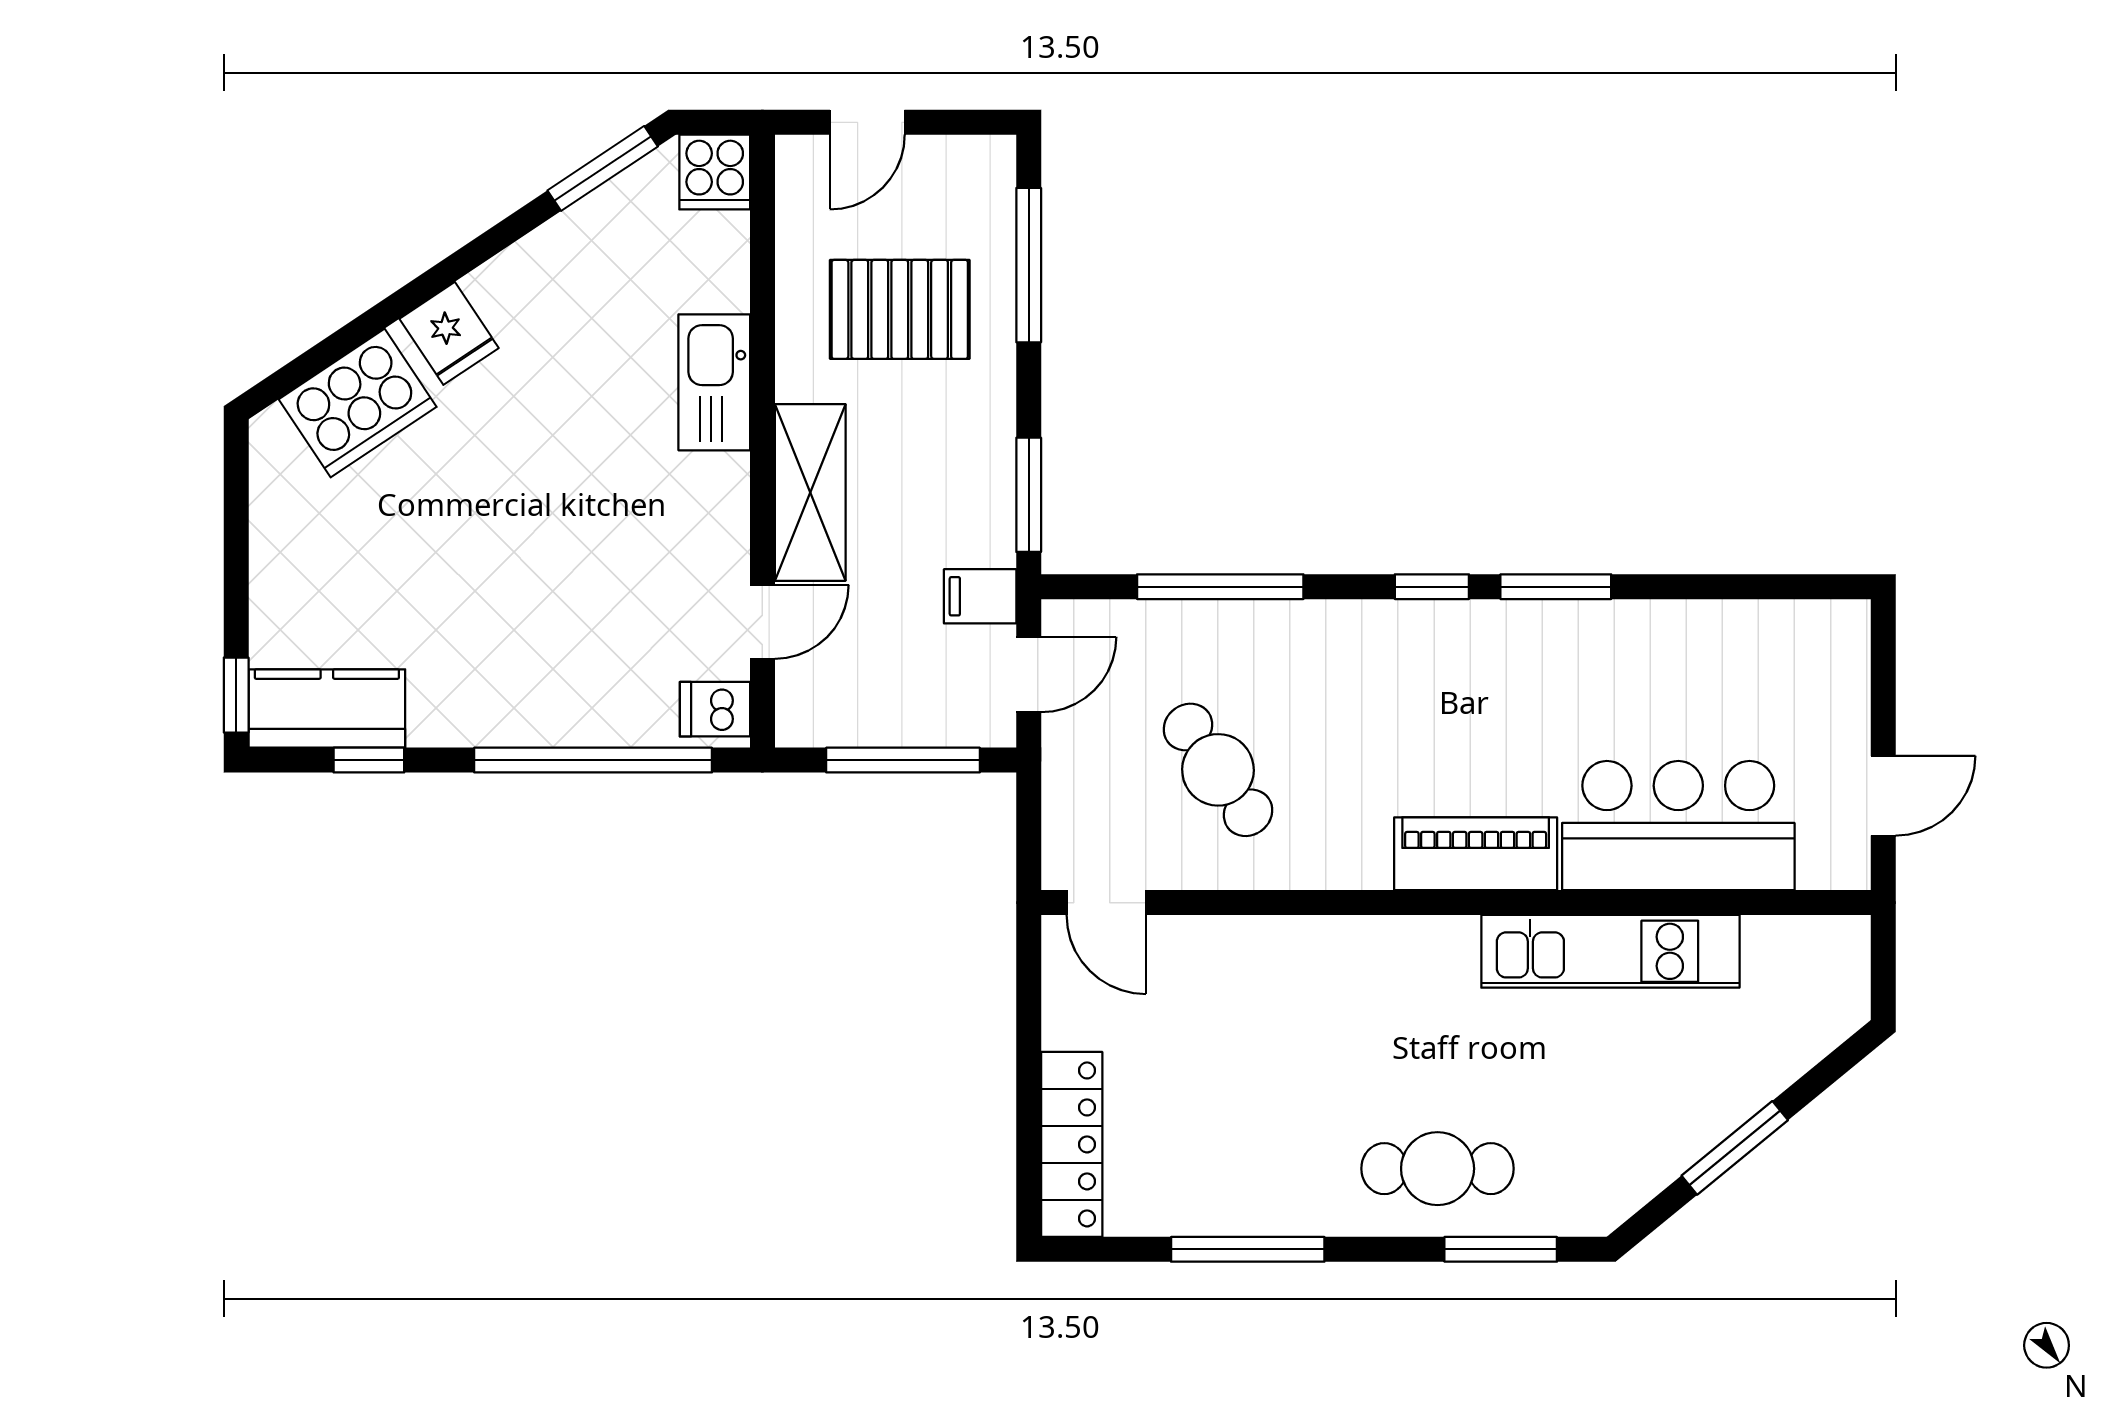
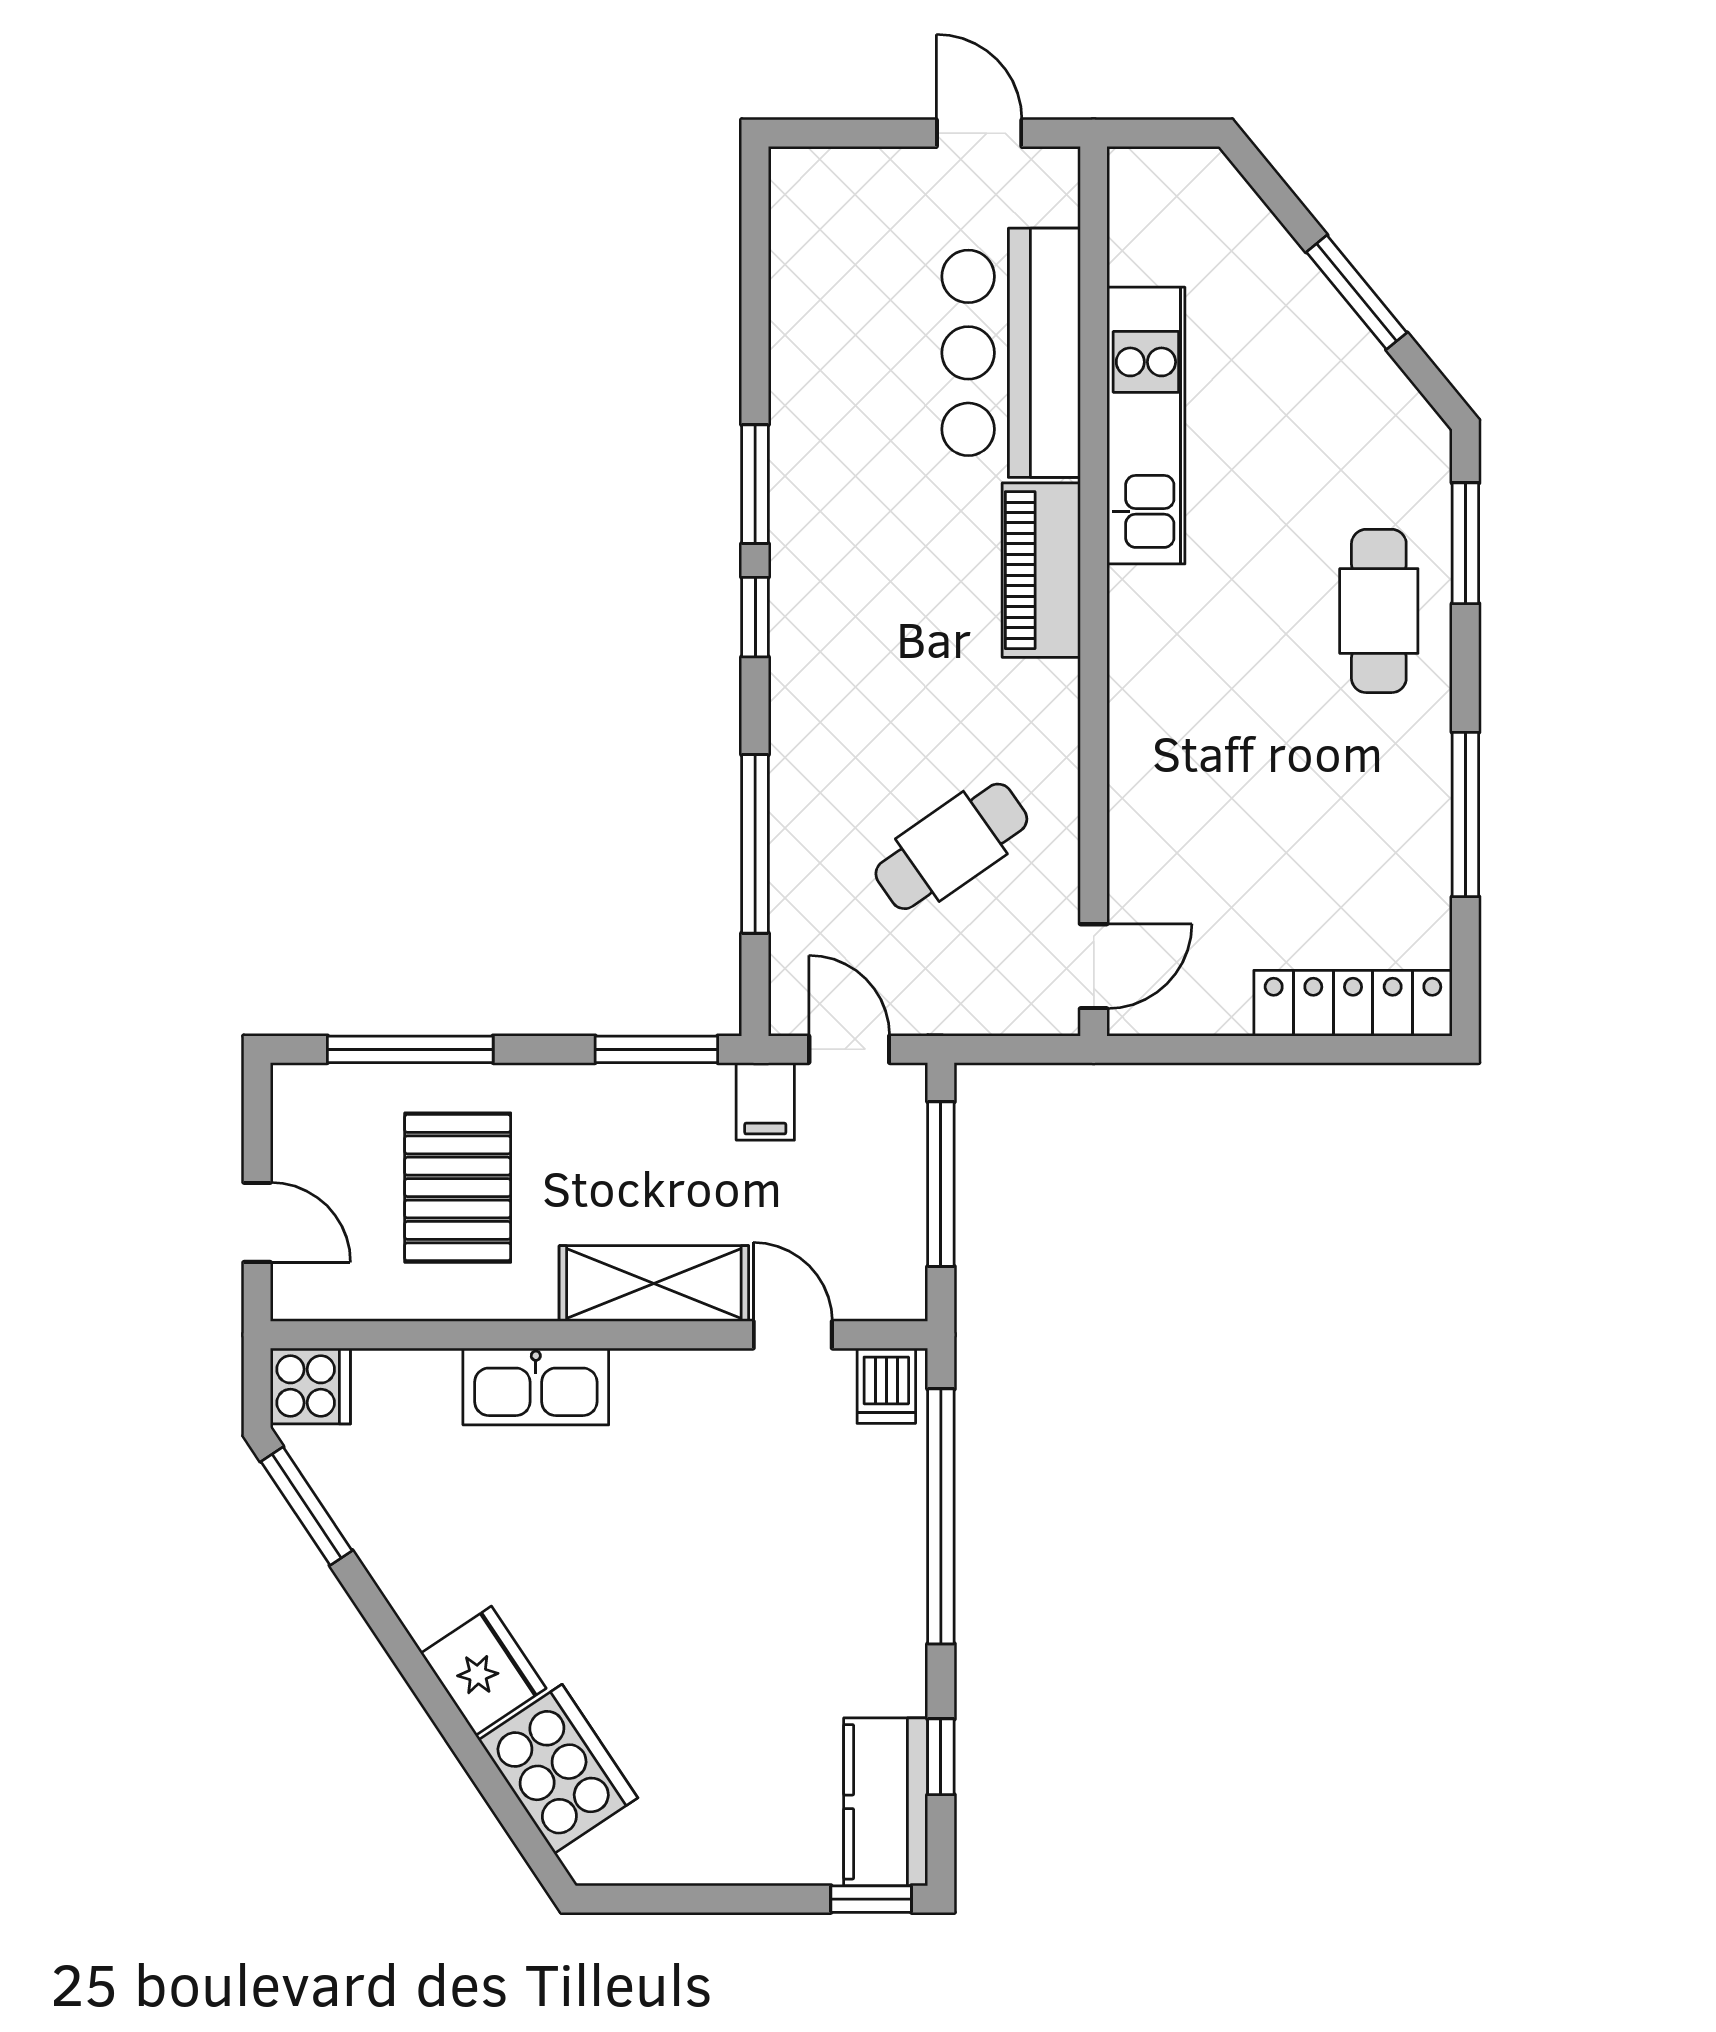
fridge: (449, 333) -> (483, 1671), width x1.38

